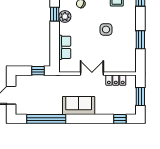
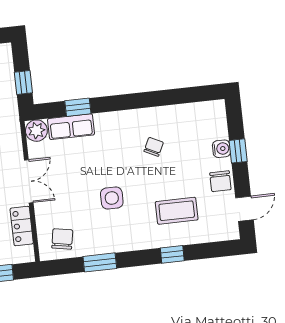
window: (55, 14) -> (78, 107), moved
plant: (65, 16) -> (36, 131), moved
chair: (125, 59) -> (62, 239), added

